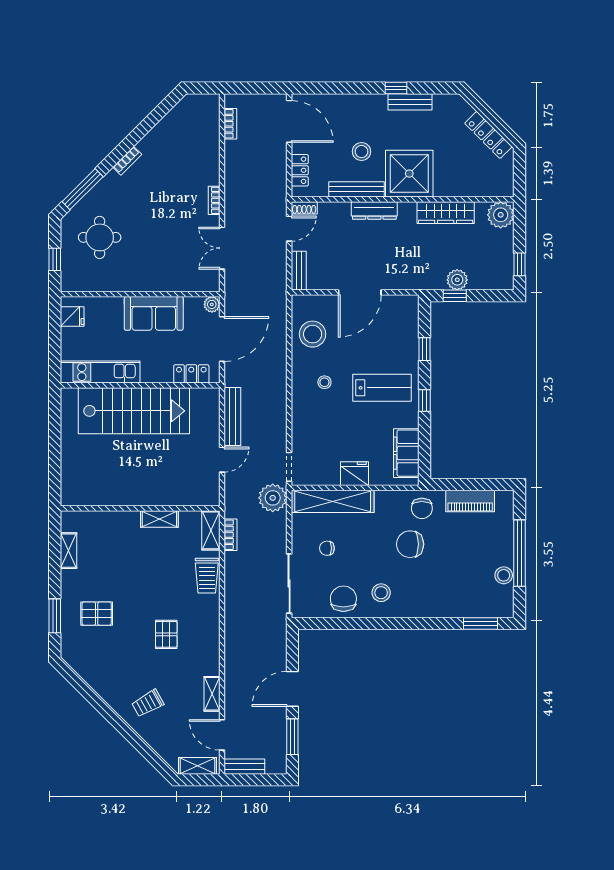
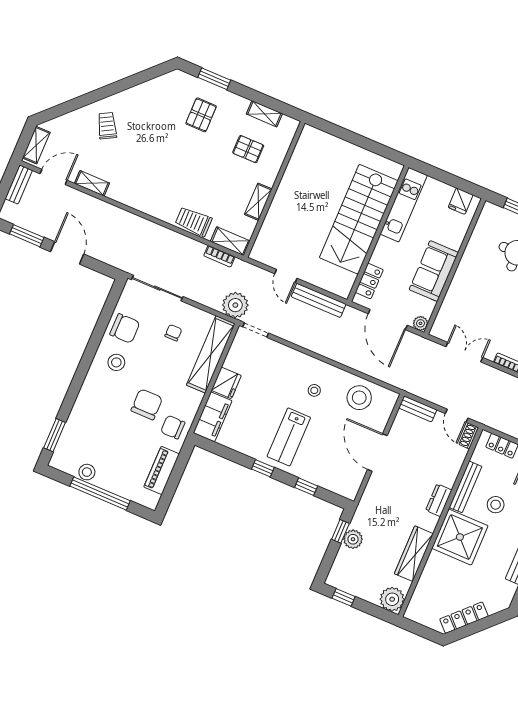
dresser: (374, 210) -> (439, 500), width x0.70
filing cabinet: (406, 453) -> (213, 417), moved, turned 90
pallet: (166, 634) -> (248, 149), moved

